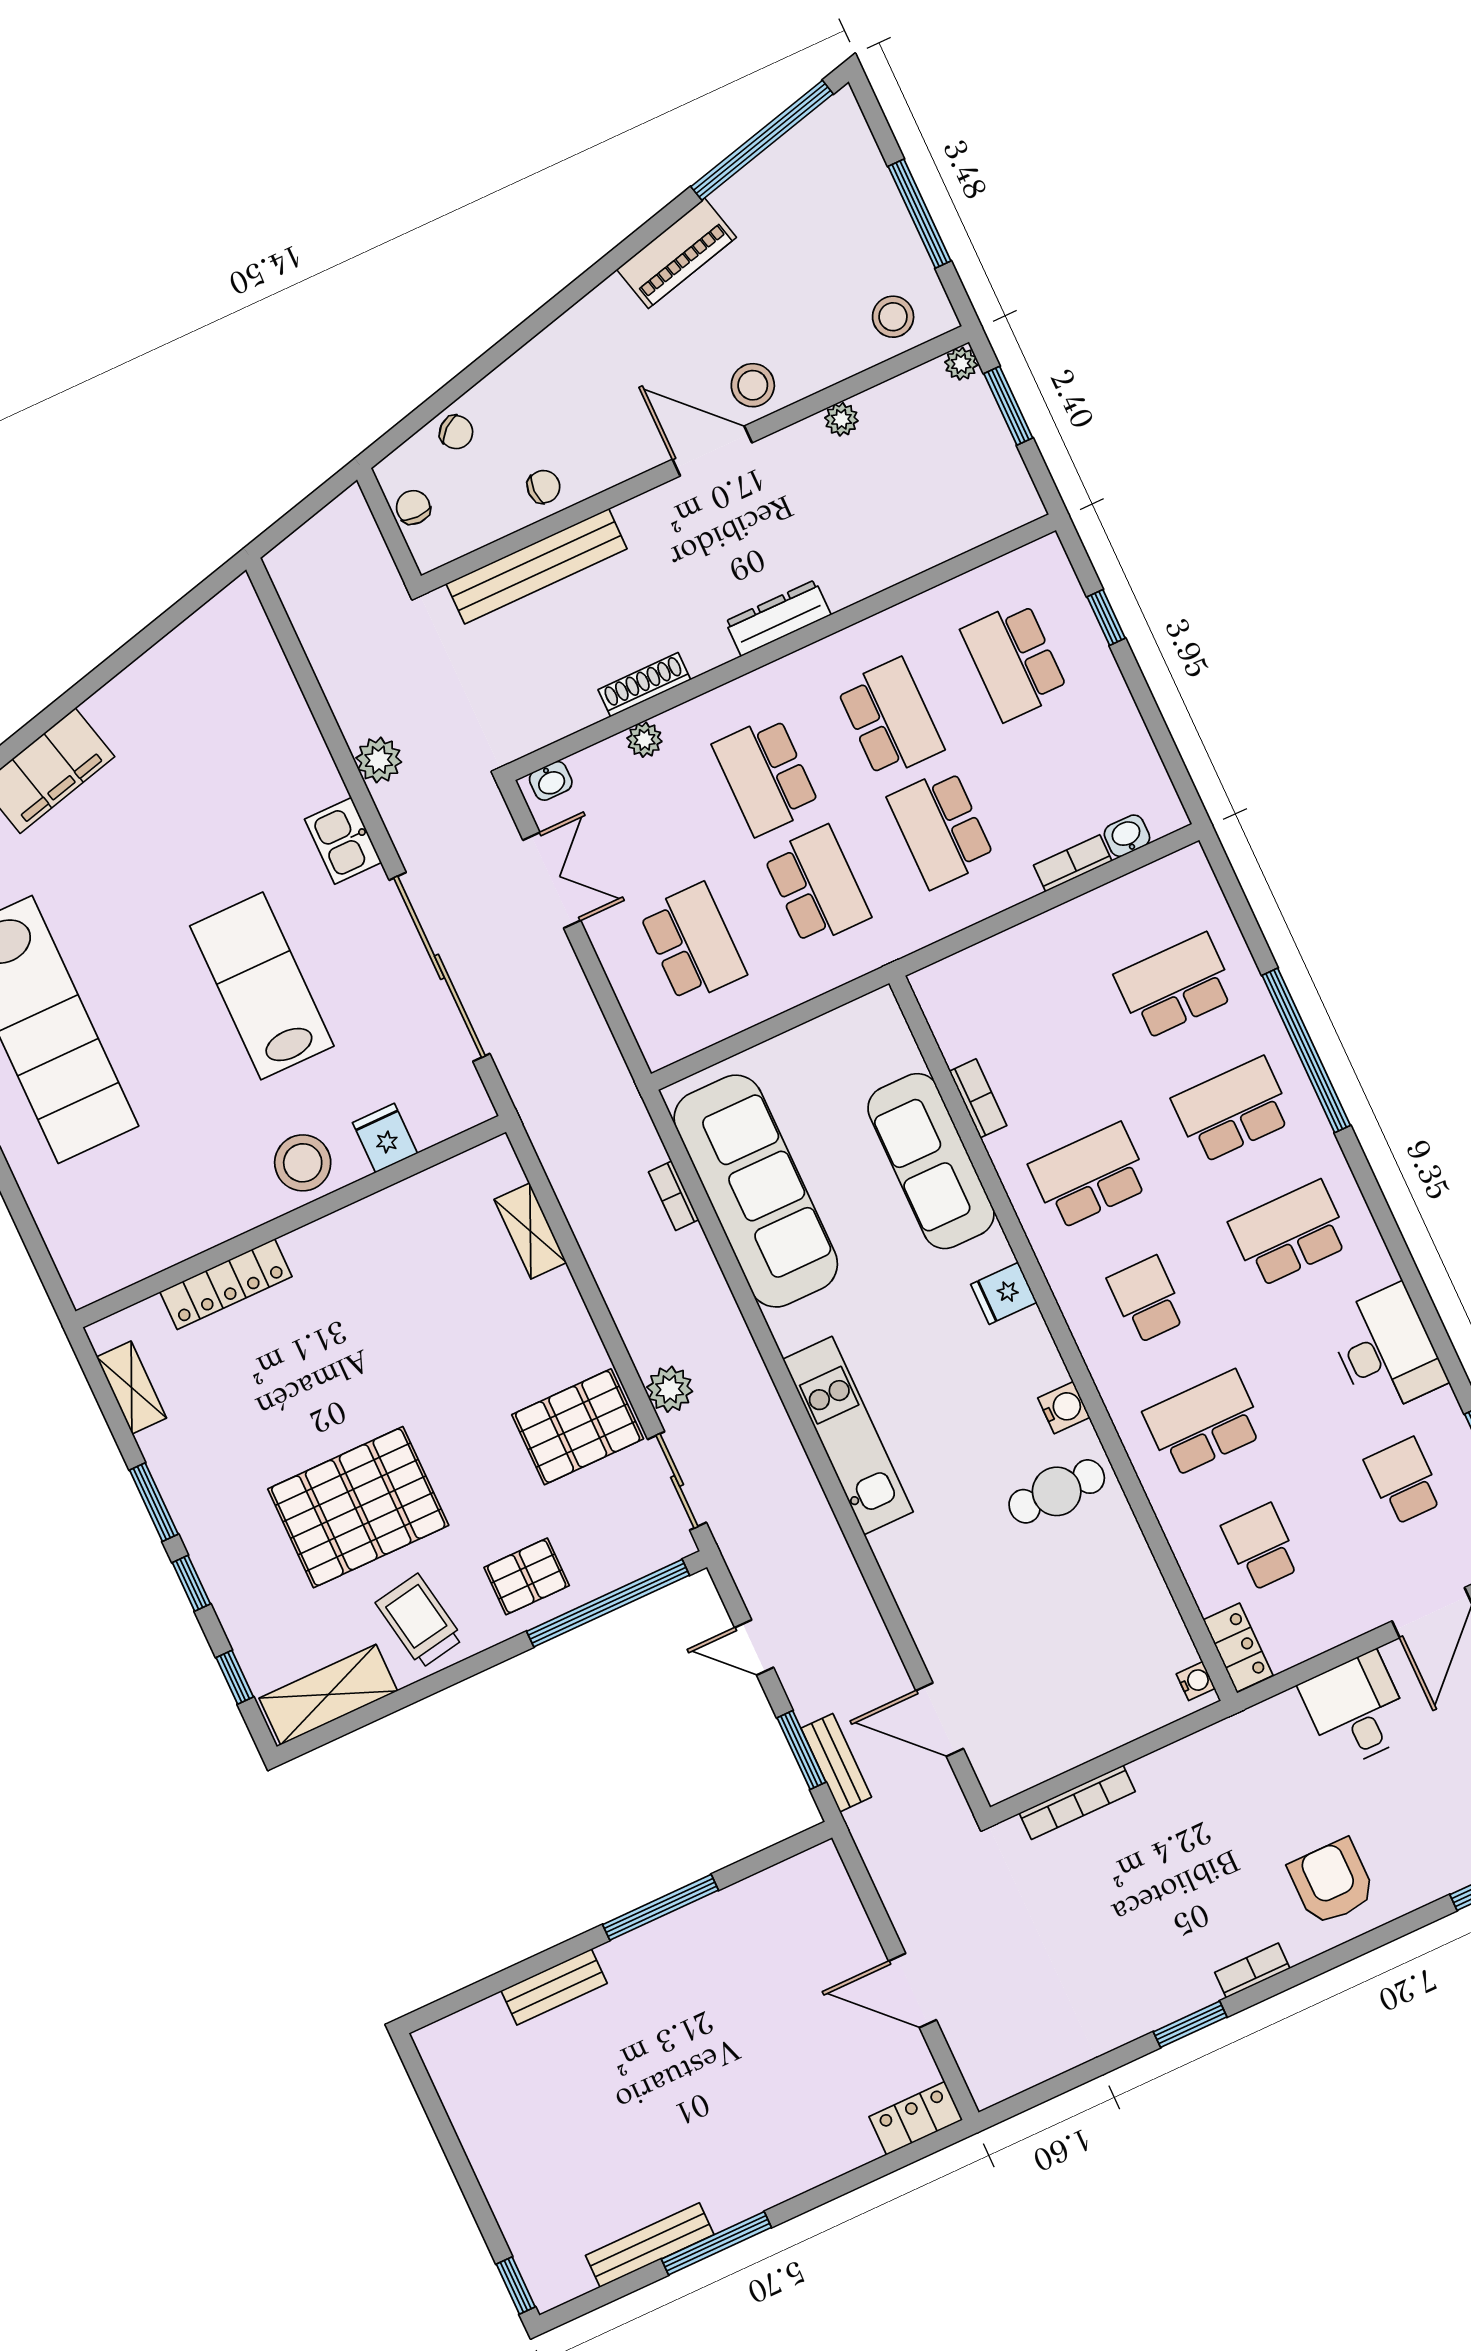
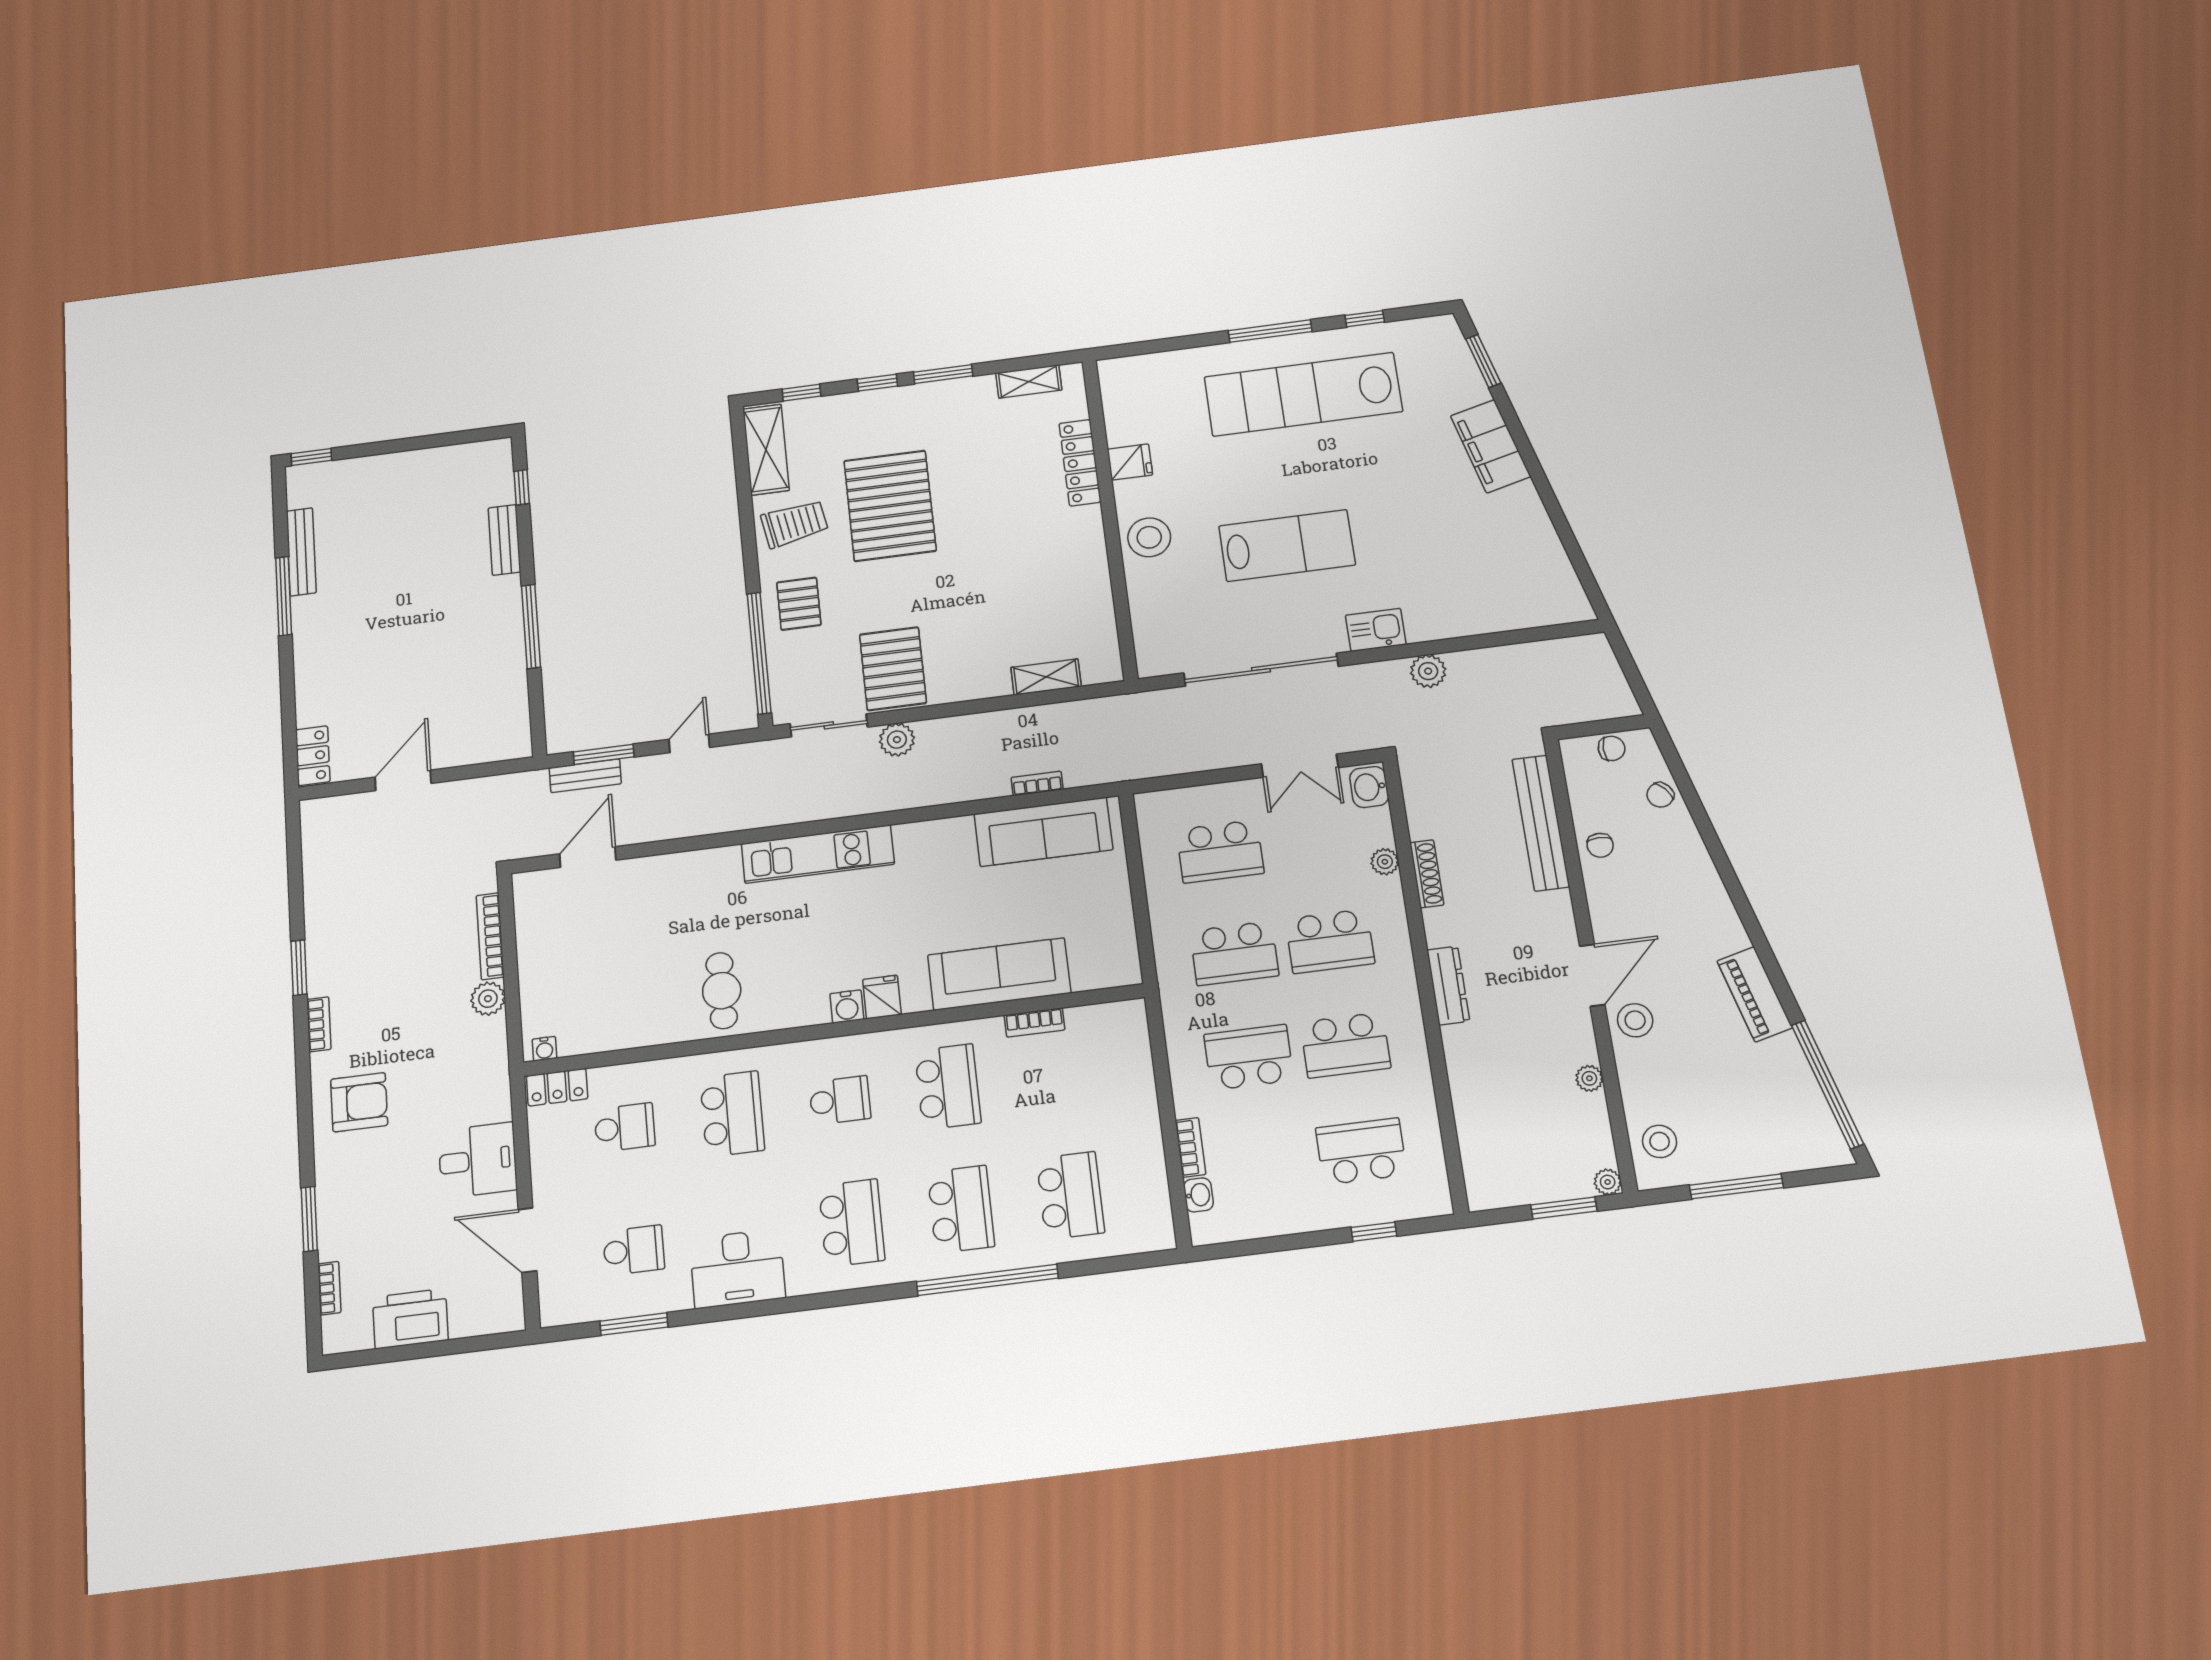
school desk: (766, 776) -> (1330, 941), turned 180
washbasin: (551, 781) -> (1369, 787), width x1.38, depth x1.45
fridge: (385, 1138) -> (1130, 462), moved
sofa: (756, 1191) -> (1043, 832), width x0.74, depth x0.79
water cooler: (1064, 1408) -> (847, 1007), moved
plant: (1156, 1774) -> (488, 999), added
window: (475, 1993) -> (522, 487), added

